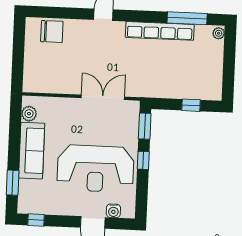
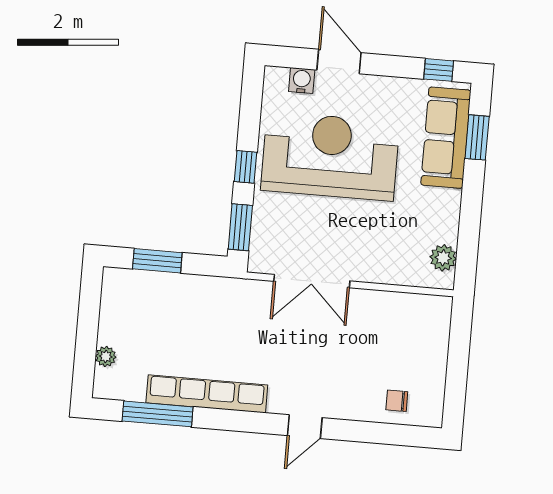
chair: (52, 31) -> (397, 401), width x0.54, depth x0.54
plant: (219, 33) -> (106, 356), moved
window: (191, 105) -> (157, 261), width x1.50
sofa: (32, 151) -> (446, 138), moved

